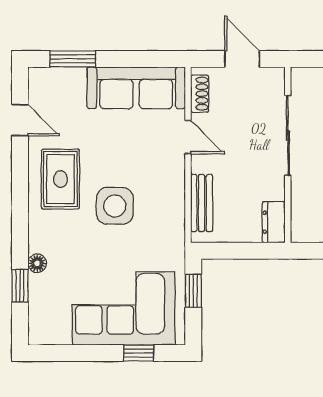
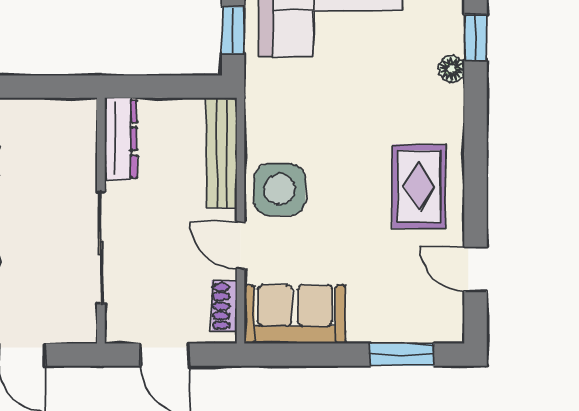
sofa: (136, 88) -> (295, 314), width x0.73
bench: (202, 203) -> (222, 153), width x1.36
side table: (115, 206) -> (280, 189), moved
dresser: (274, 222) -> (121, 139), width x1.44

